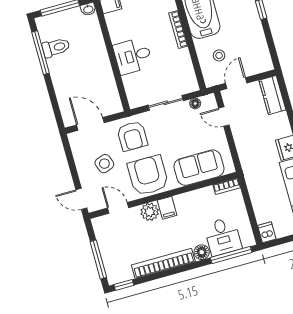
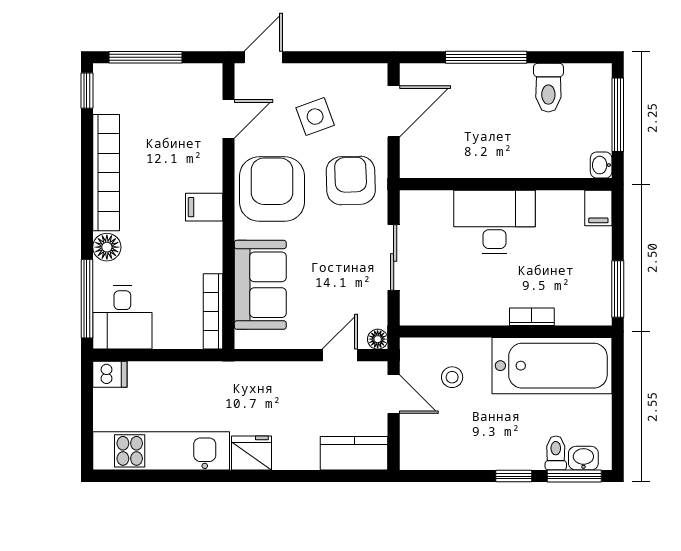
bookcase: (178, 30) -> (532, 317), width x0.64
window: (41, 53) -> (486, 57), moved
desk: (133, 56) -> (494, 222), width x1.37
floor lamp: (195, 103) -> (378, 339), moved
armchair: (132, 136) -> (351, 181), turned 88
armchair: (148, 175) -> (272, 189), turned -90
bookcase: (227, 186) -> (213, 311), width x1.56
plant: (150, 212) -> (206, 174), removed
desk: (223, 236) -> (122, 317), moved, turned -90

